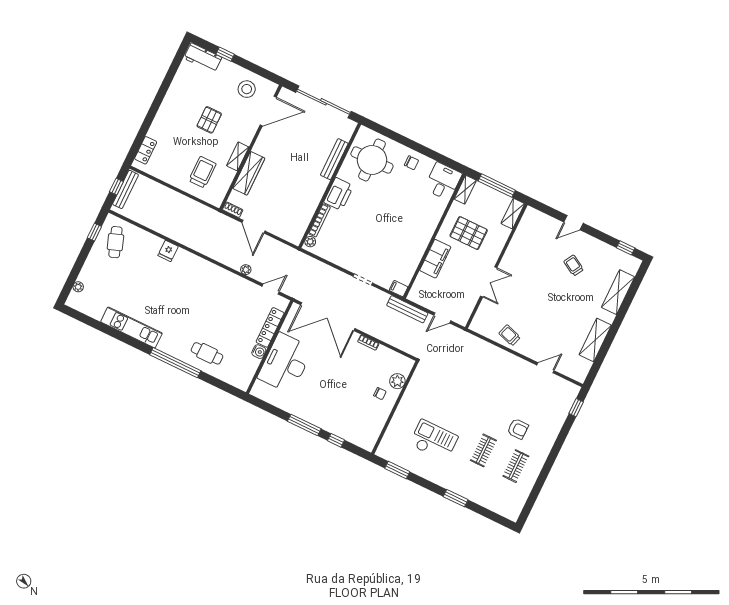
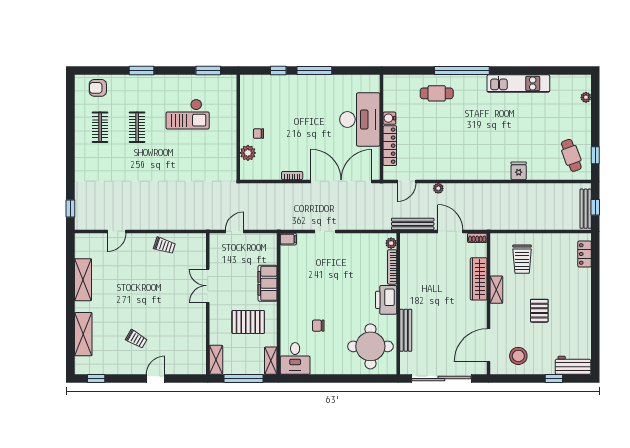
chair: (411, 163) -> (318, 326), moved
bench: (407, 309) -> (413, 224), moved
armchair: (518, 429) -> (98, 88), moved

